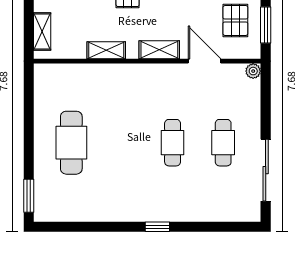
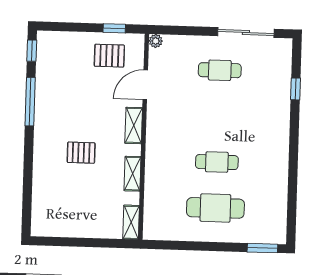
window: (266, 25) -> (114, 28), width x0.67
shelving: (42, 31) -> (131, 222), moved, turned 90
cafe table: (173, 143) -> (217, 162), moved
window: (157, 227) -> (295, 89), moved

